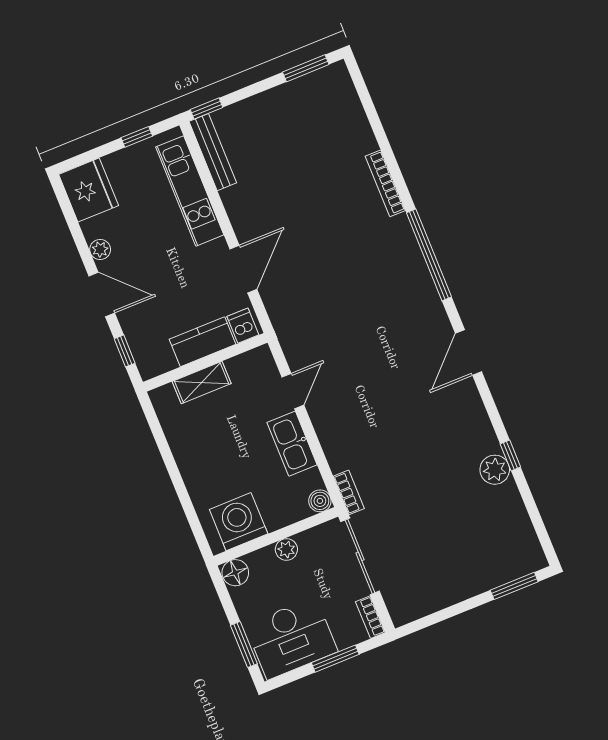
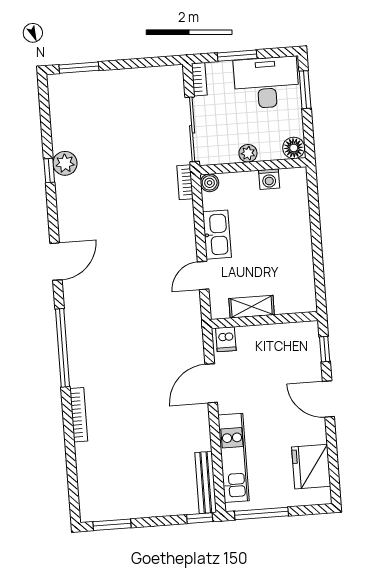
window: (137, 137) -> (261, 513), width x2.17
fridge: (89, 190) -> (311, 467), moved
plant: (100, 250) -> (318, 435), removed
kitchen counter: (202, 342) -> (261, 337), removed
shelving: (202, 382) -> (252, 307), moved
washing machine: (239, 522) -> (269, 179), width x0.53, depth x0.53

